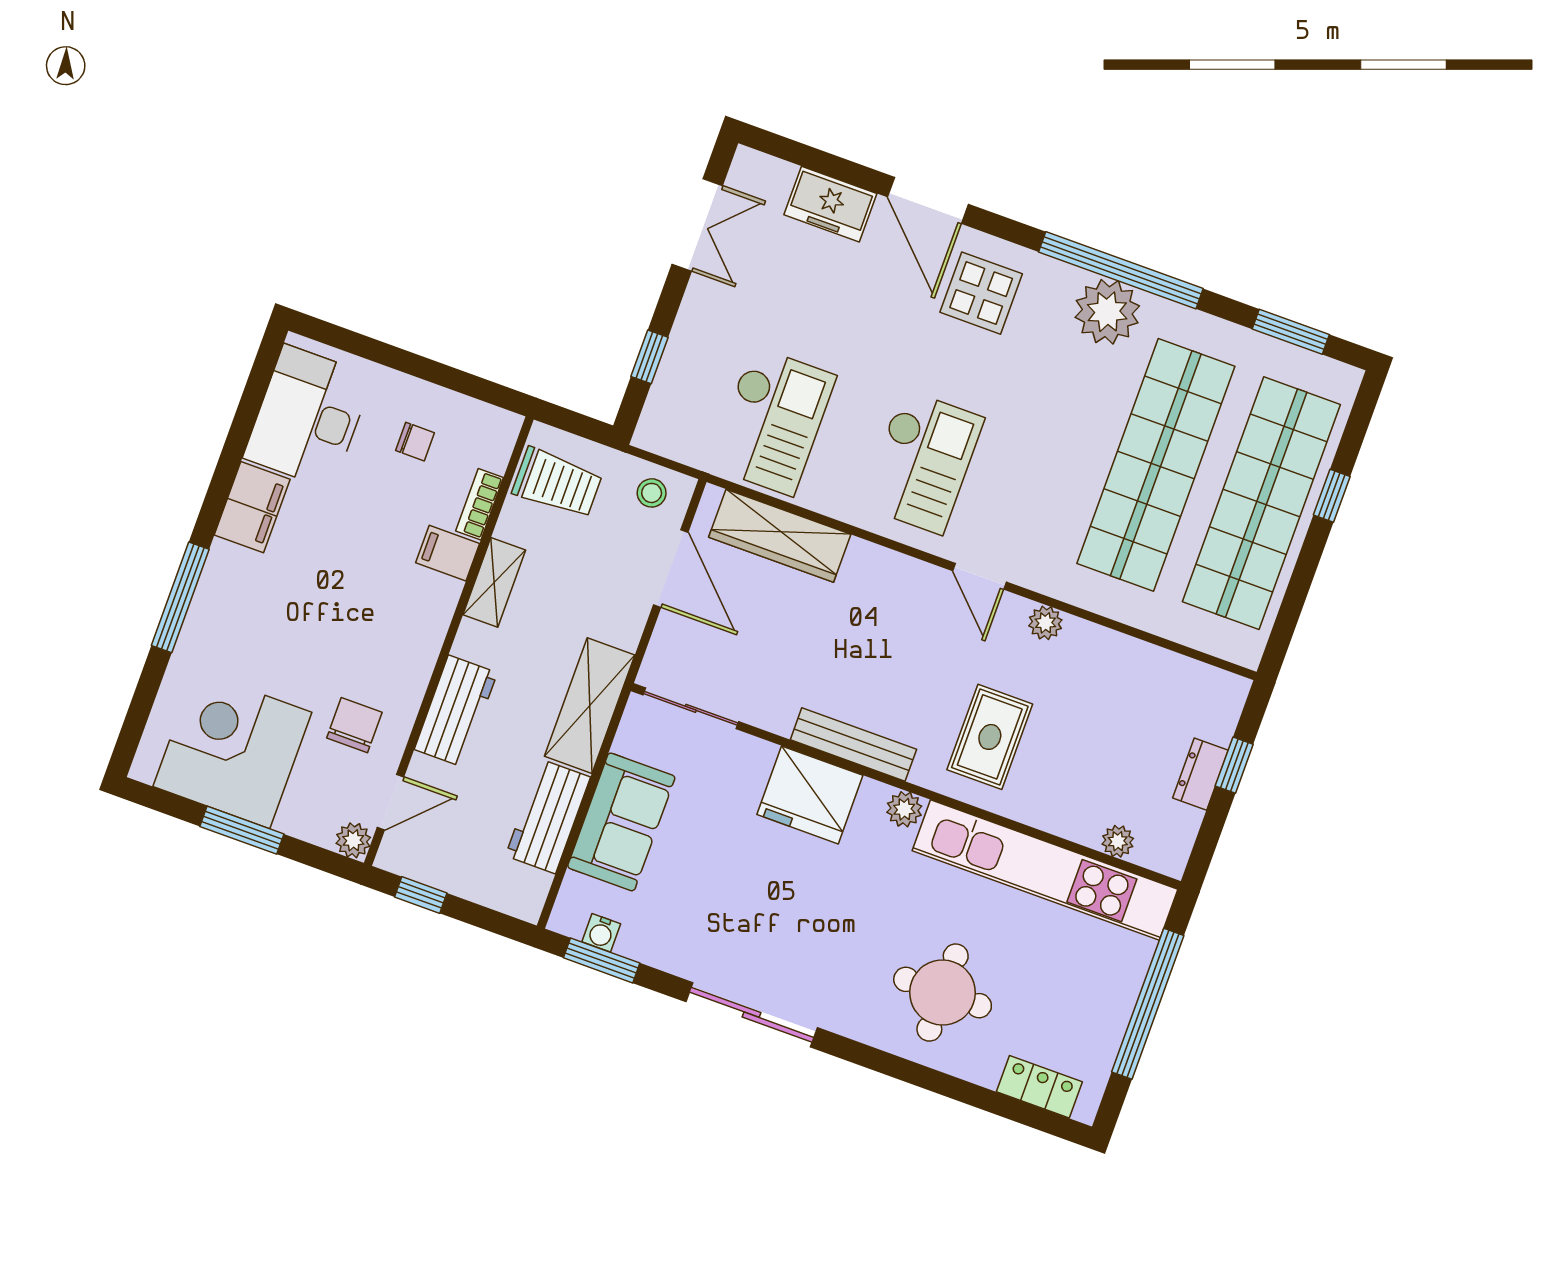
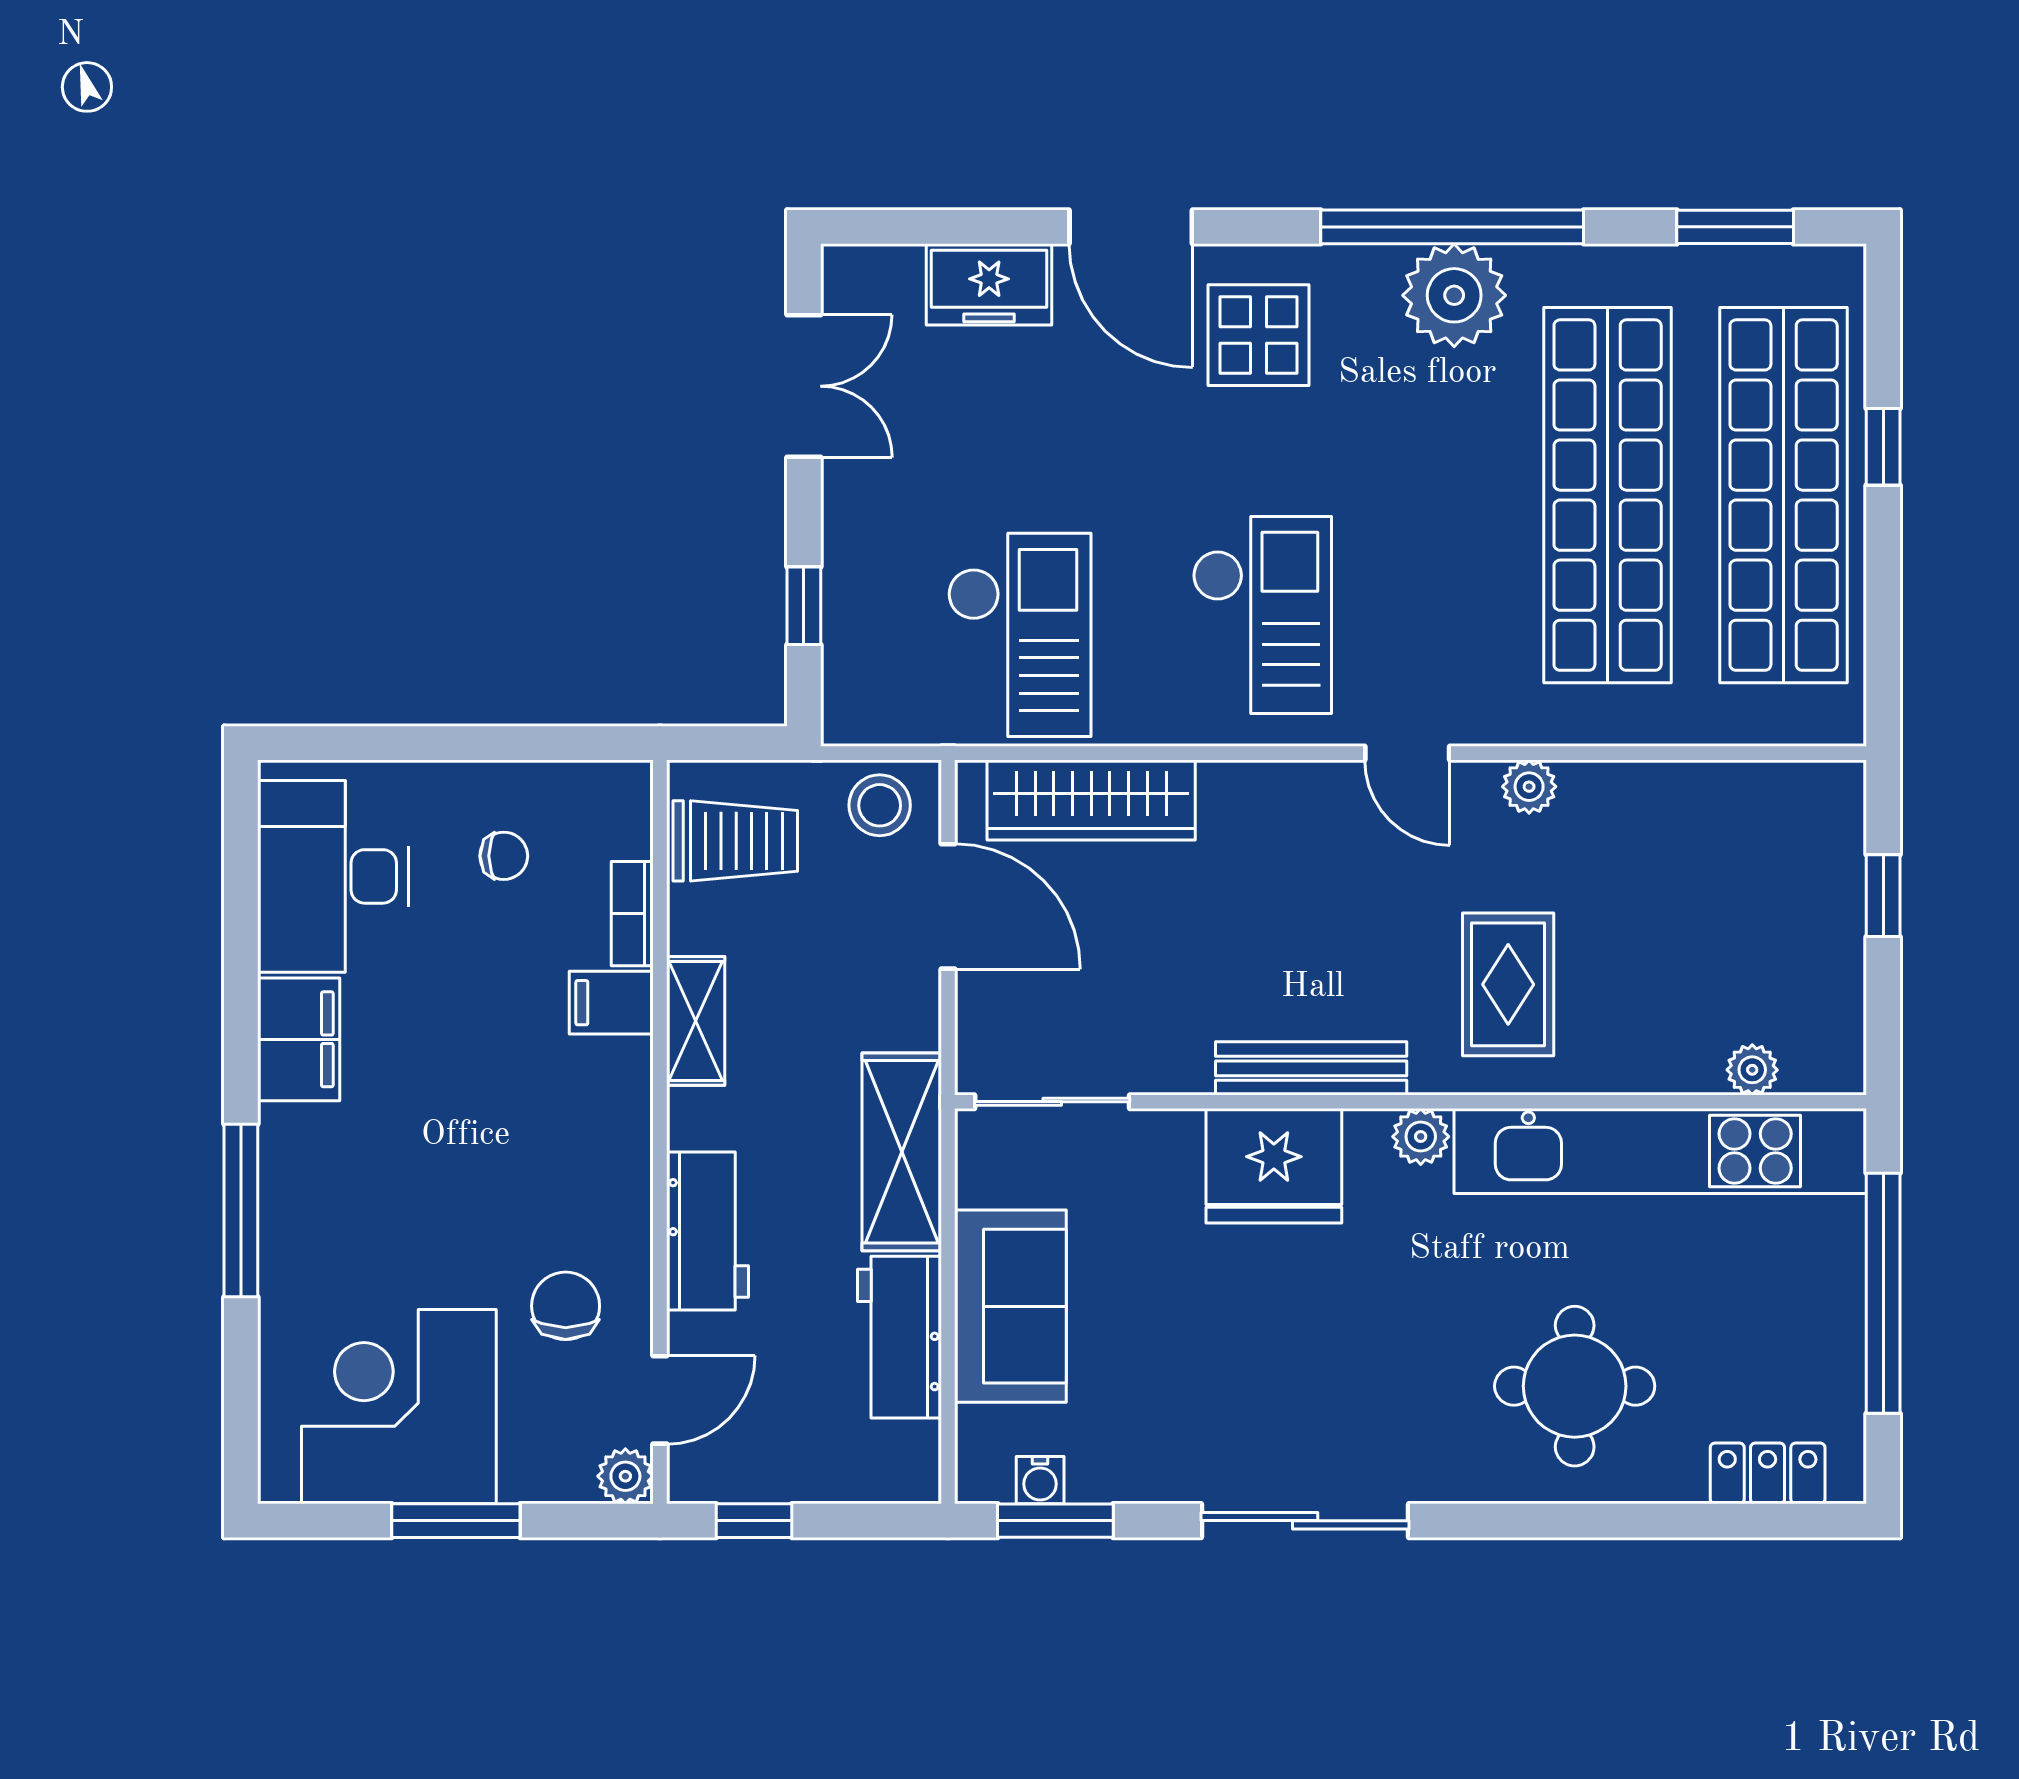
stool: (652, 493) -> (880, 805), width x1.37, depth x1.37
dresser: (1200, 774) -> (1838, 927), removed

